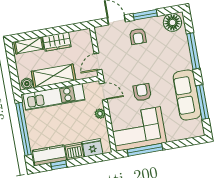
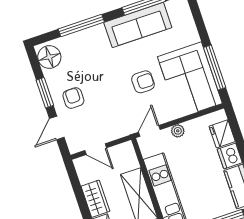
armchair: (138, 36) -> (73, 98), turned -90
door: (98, 62) -> (96, 149), moved
armchair: (142, 92) -> (143, 82), turned 180

